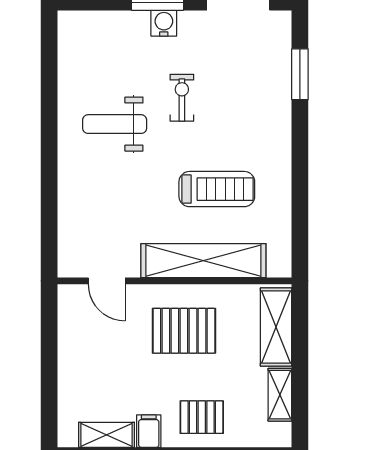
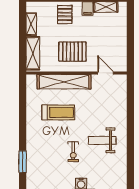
weight bench: (115, 124) -> (102, 140), turned 180
treadmill: (217, 189) -> (58, 112), turned 180
pallet: (202, 417) -> (65, 15), turned 90

